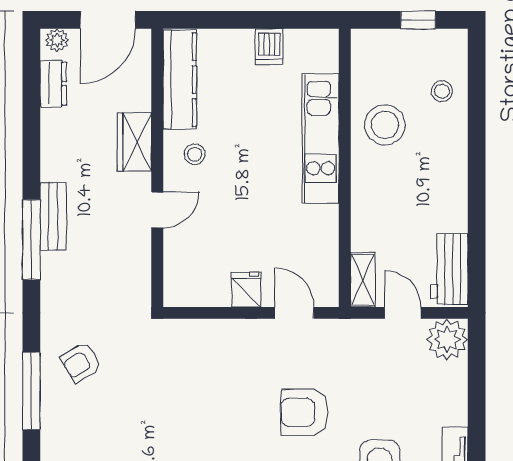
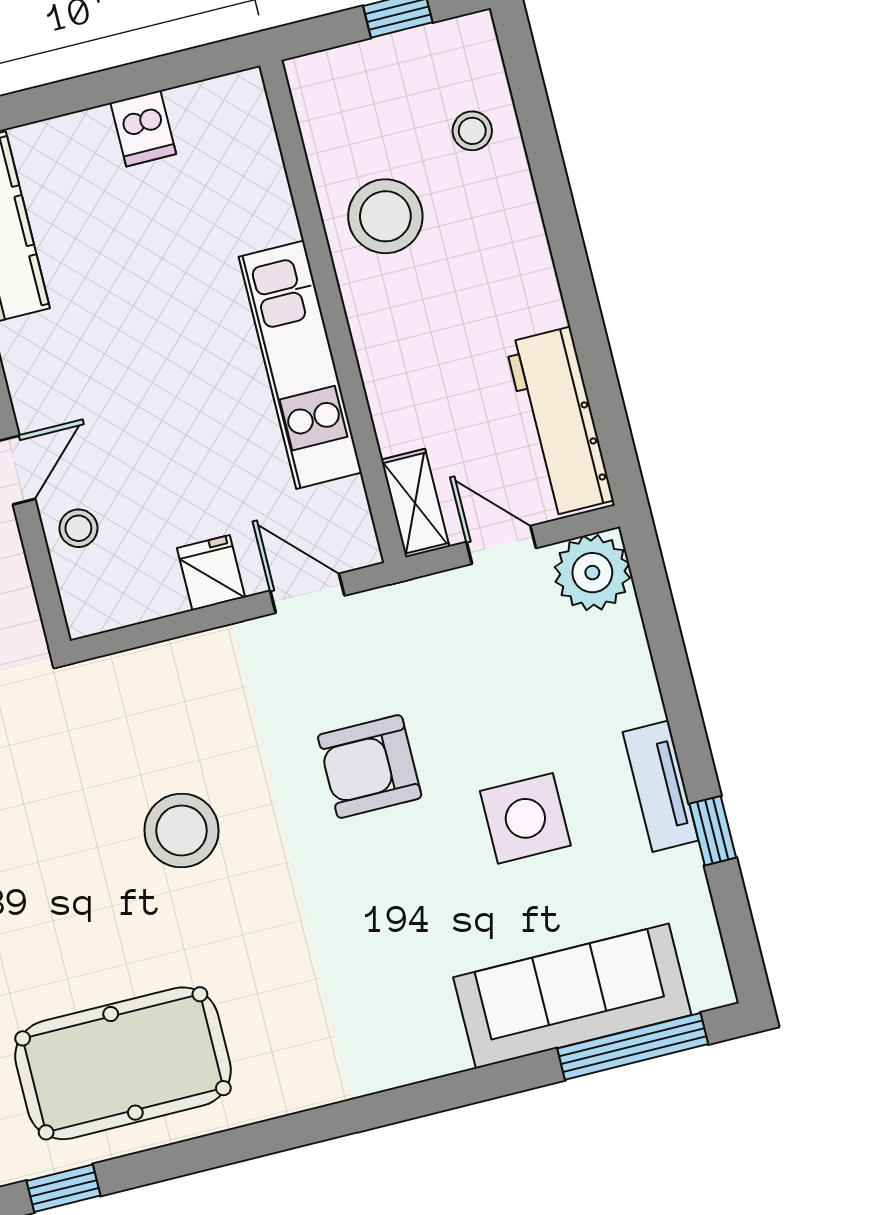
kitchen unit: (321, 138) -> (300, 365), moved
stool: (195, 154) -> (78, 528), moved
workbench: (450, 269) -> (559, 422), width x1.38
stool: (197, 421) -> (182, 830), added

